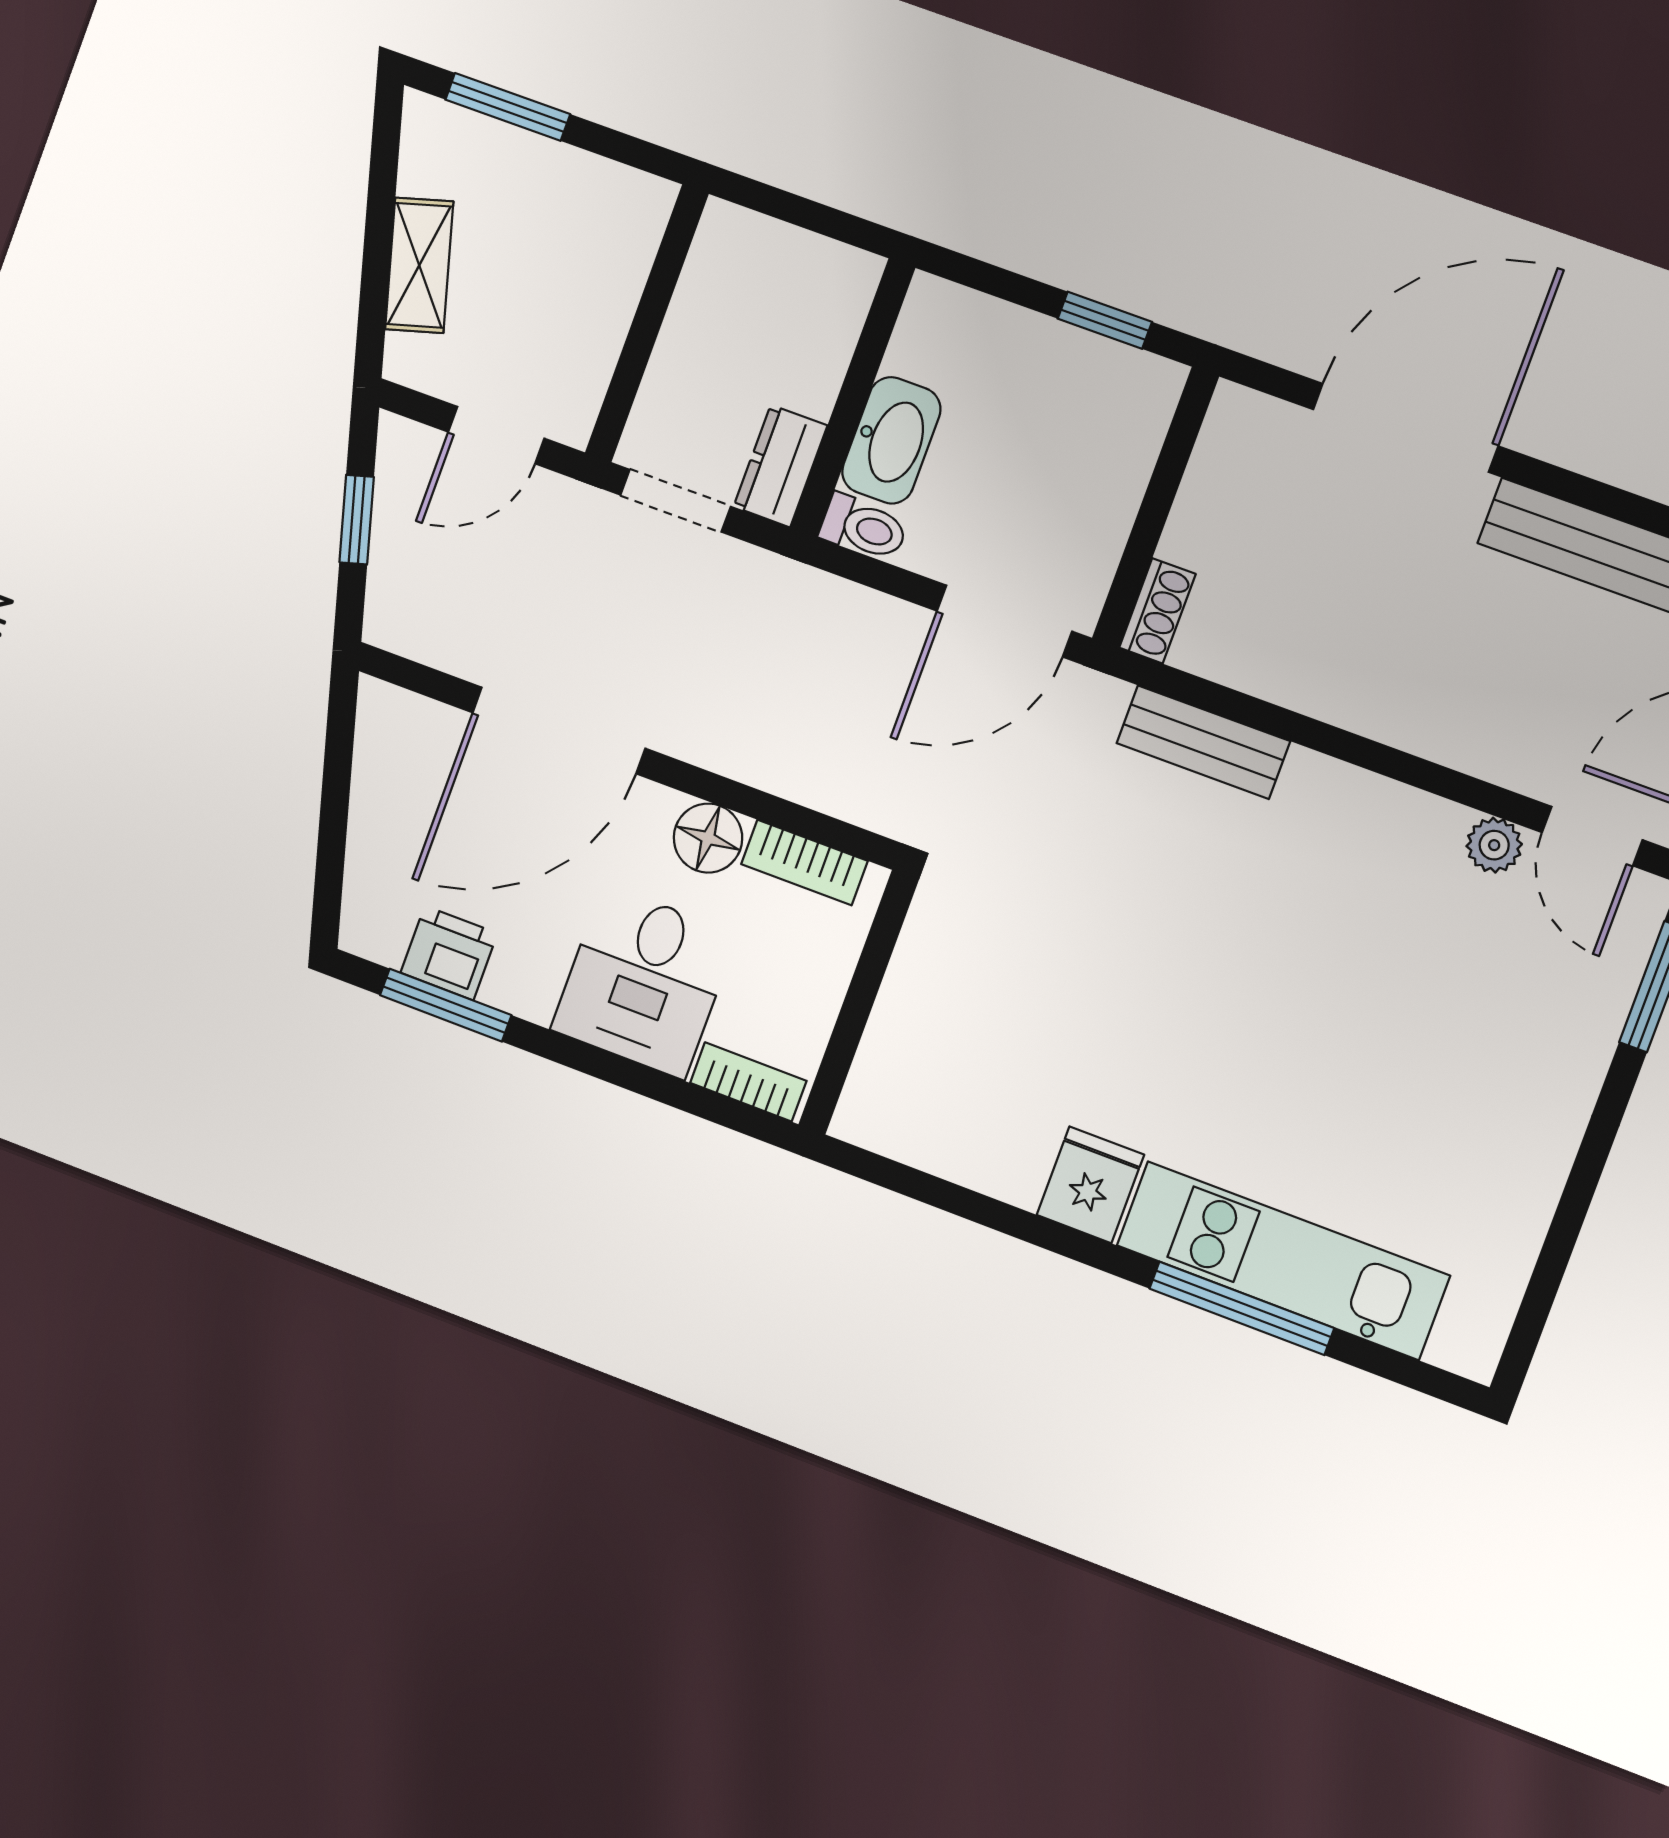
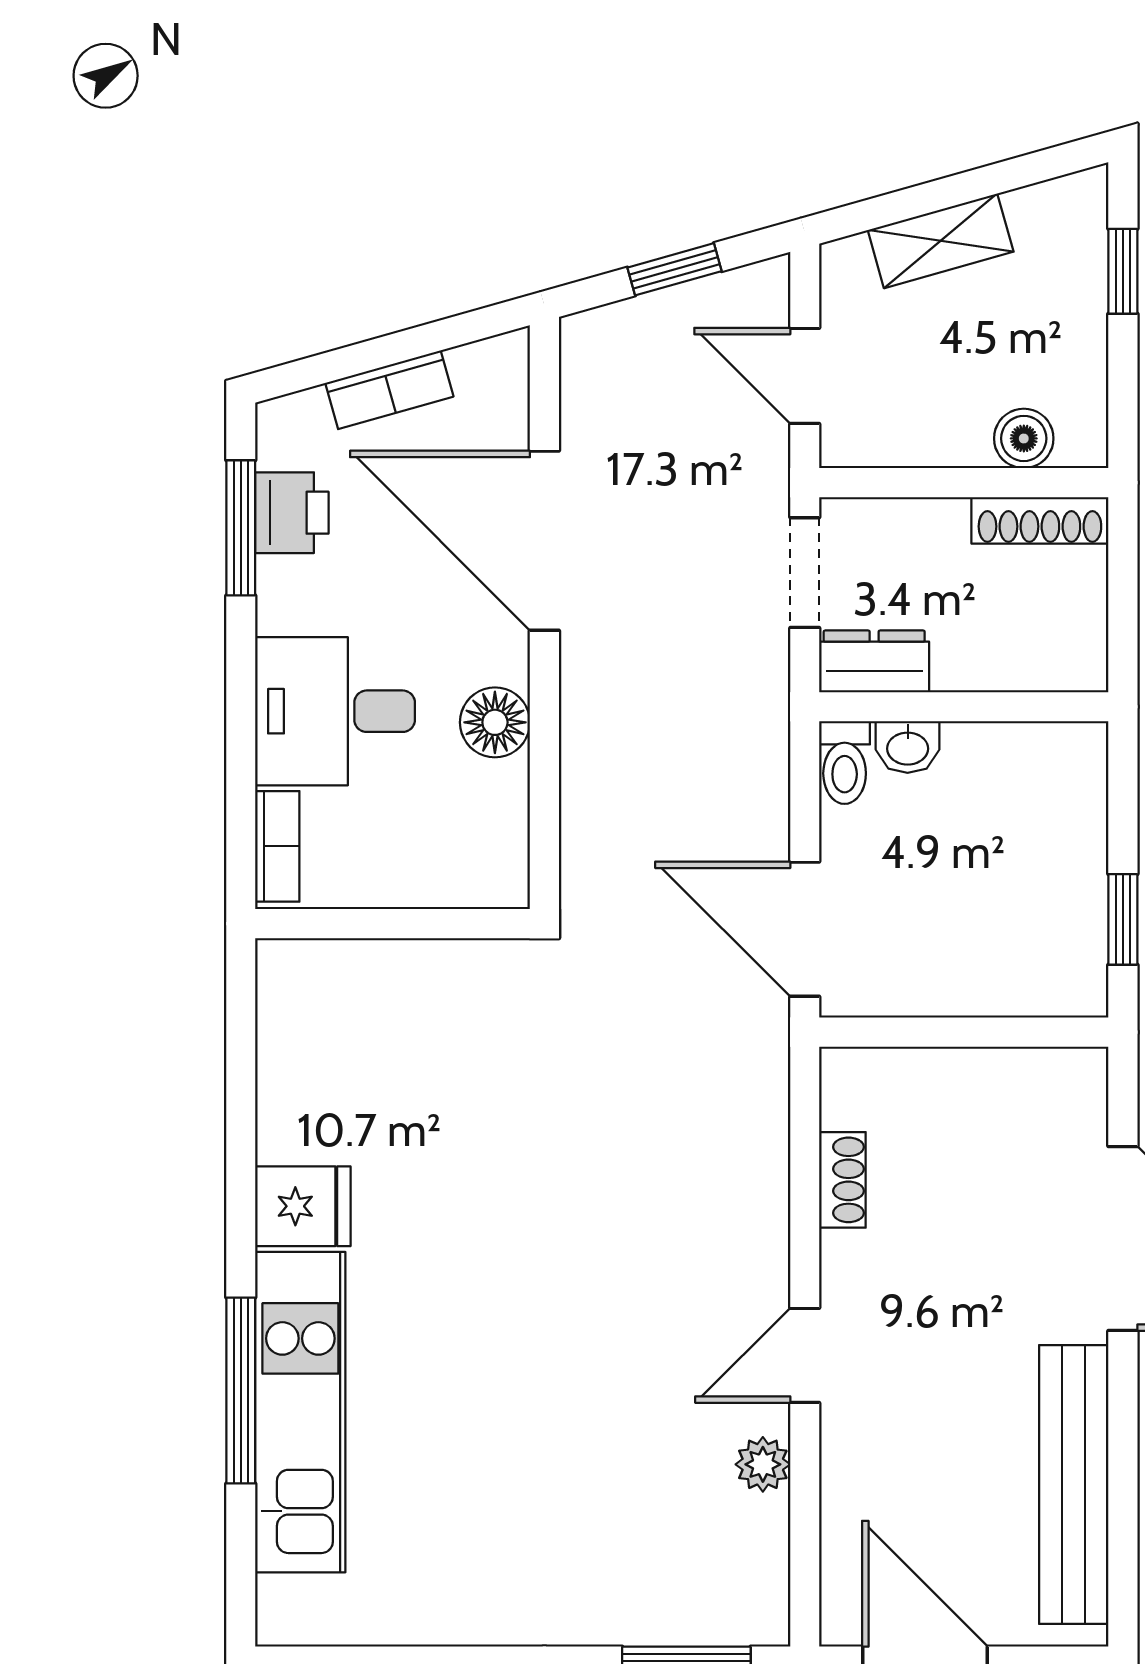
window: (508, 107) -> (1123, 271), width x0.67
boiler: (627, 253) -> (1024, 438), added
shoe rack: (707, 265) -> (1040, 520), added
washbasin: (891, 440) -> (908, 747), width x0.52, depth x0.69
shoe rack: (1157, 611) -> (842, 1180), moved, turned -90
bench: (1203, 742) -> (759, 1158), removed
door: (1592, 836) -> (805, 1355), moved
bookcase: (804, 862) -> (389, 390), moved, turned -106

